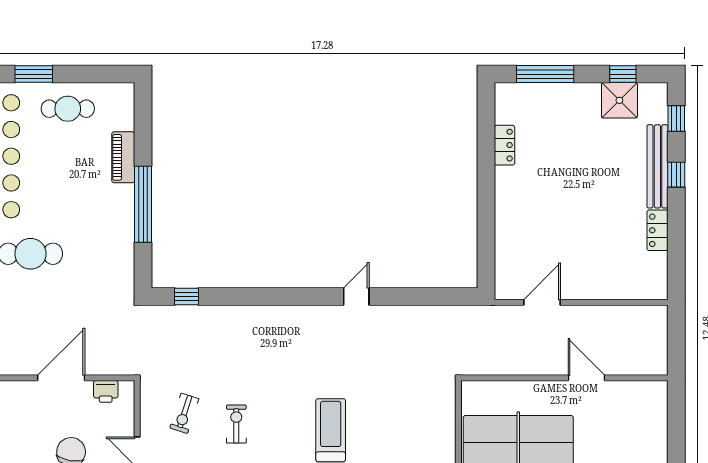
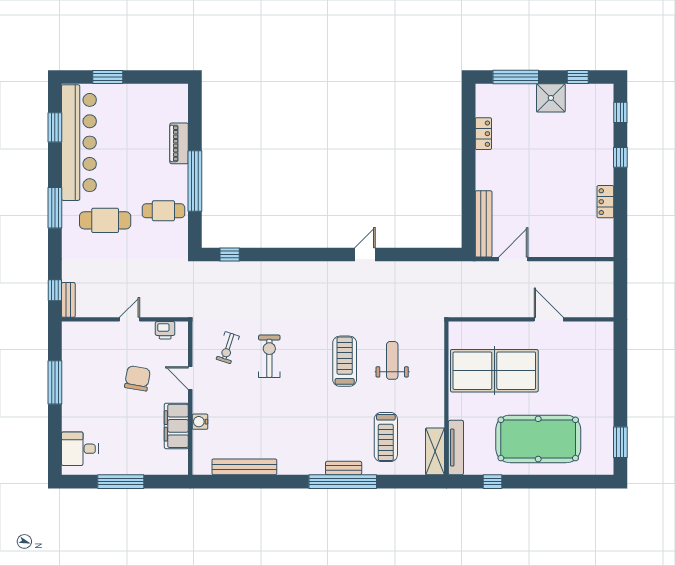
shower: (619, 100) -> (551, 98), moved
cafe table: (68, 109) -> (163, 211), moved
bench: (657, 166) -> (484, 224), moved
door: (61, 378) -> (129, 319), width x0.53
exercise bike: (236, 424) -> (269, 356), width x1.38, depth x1.39
weight bench: (390, 429) -> (392, 360), added

